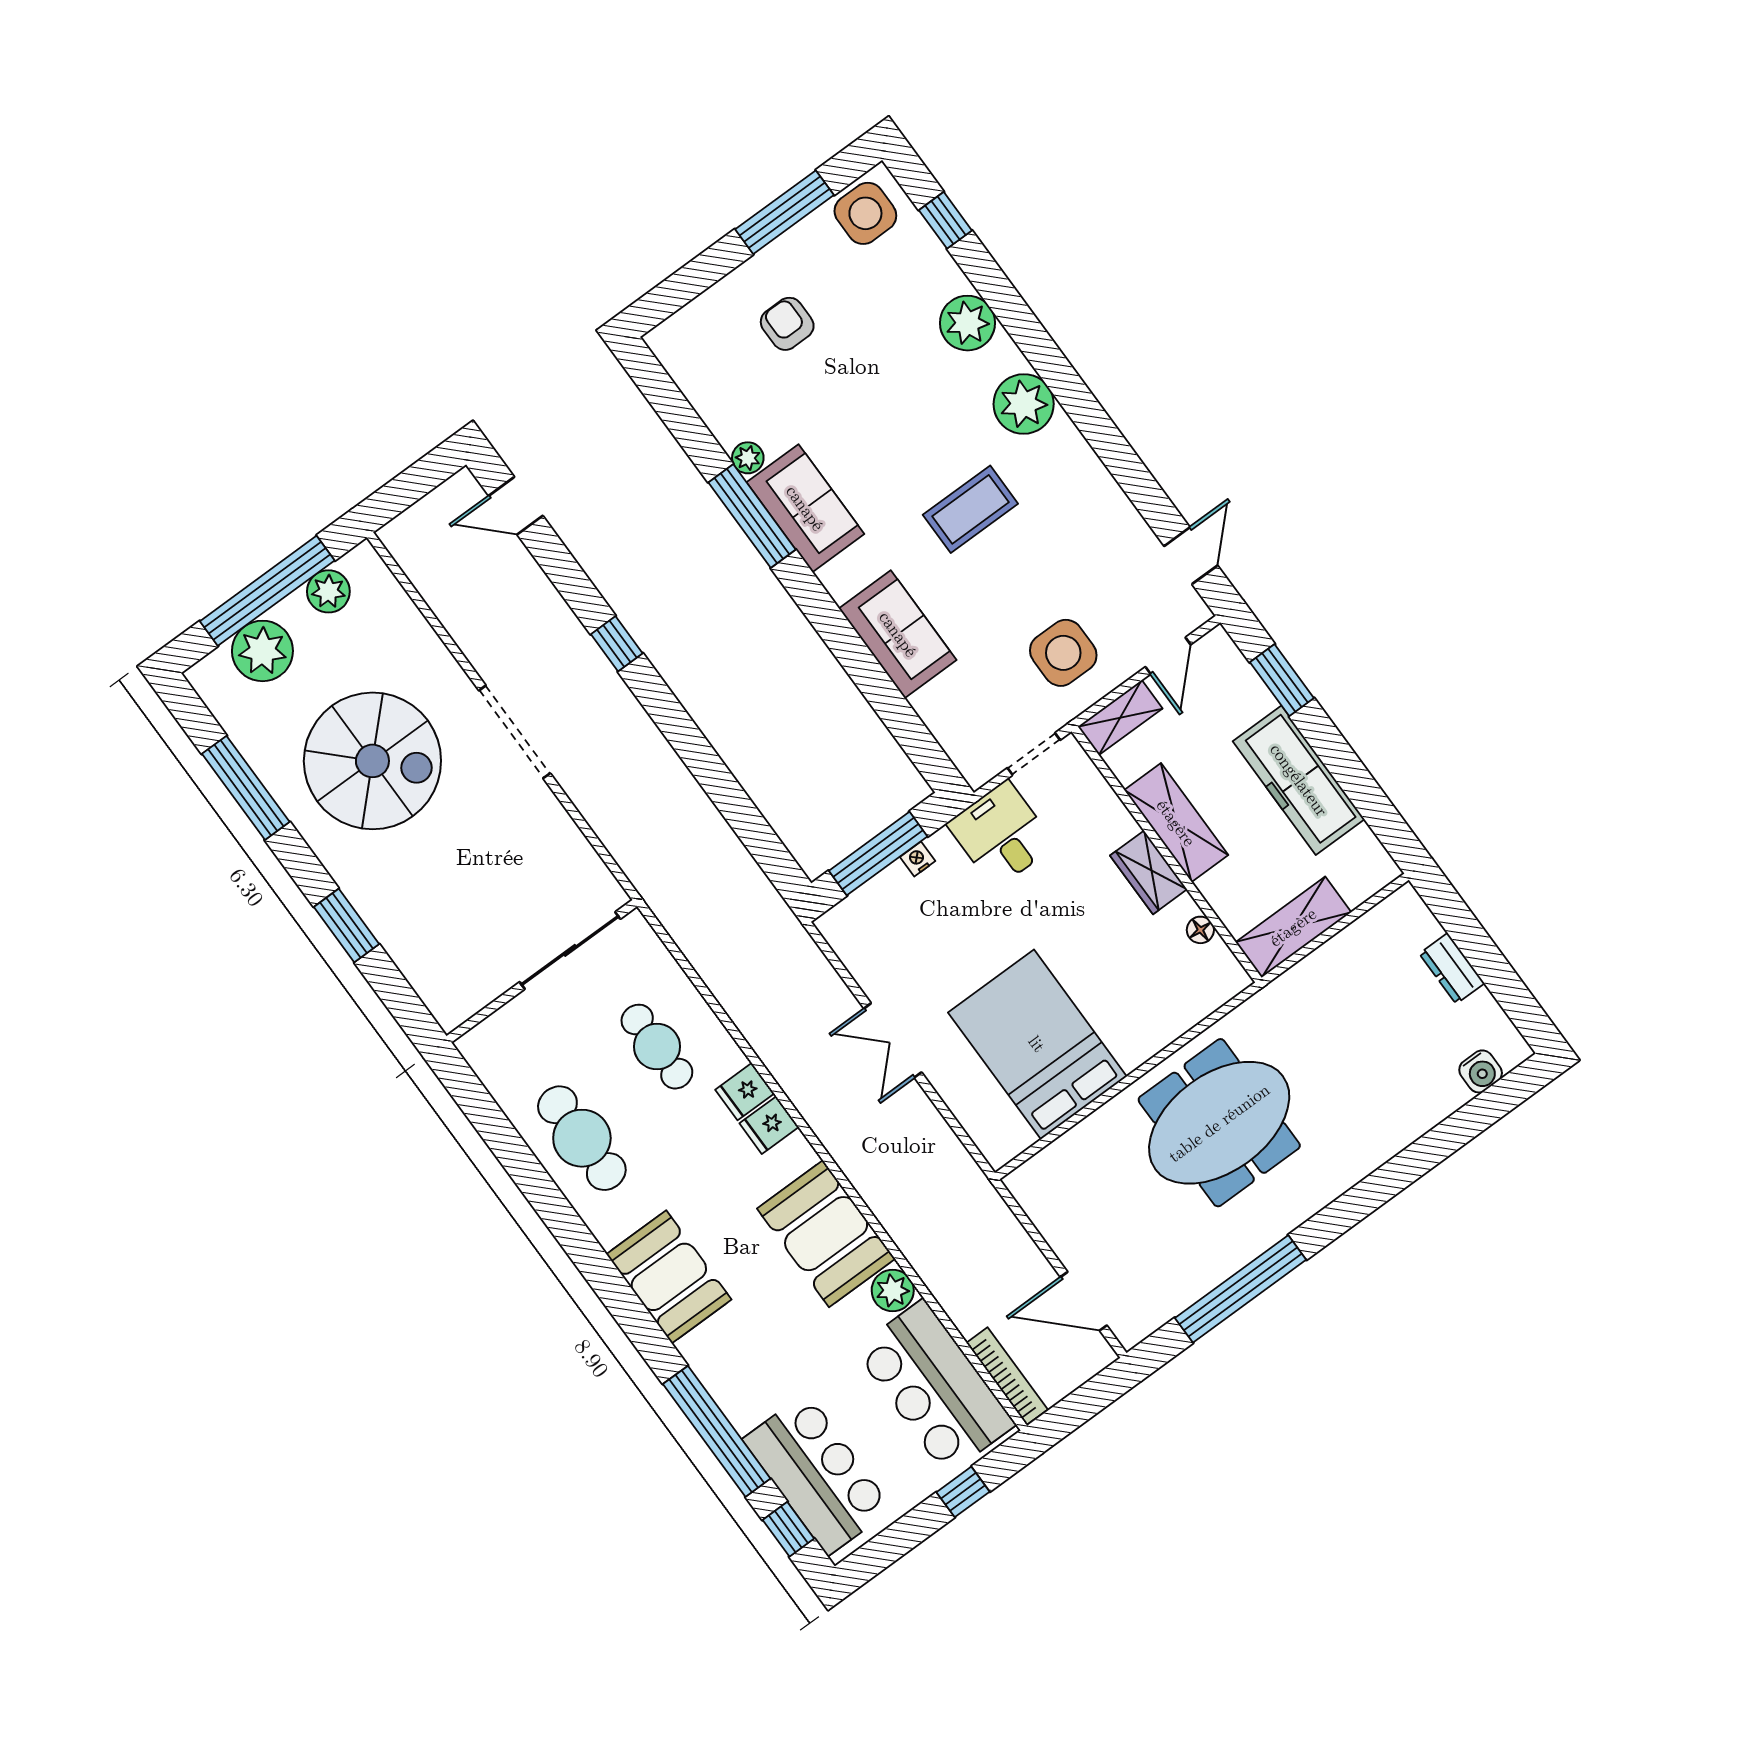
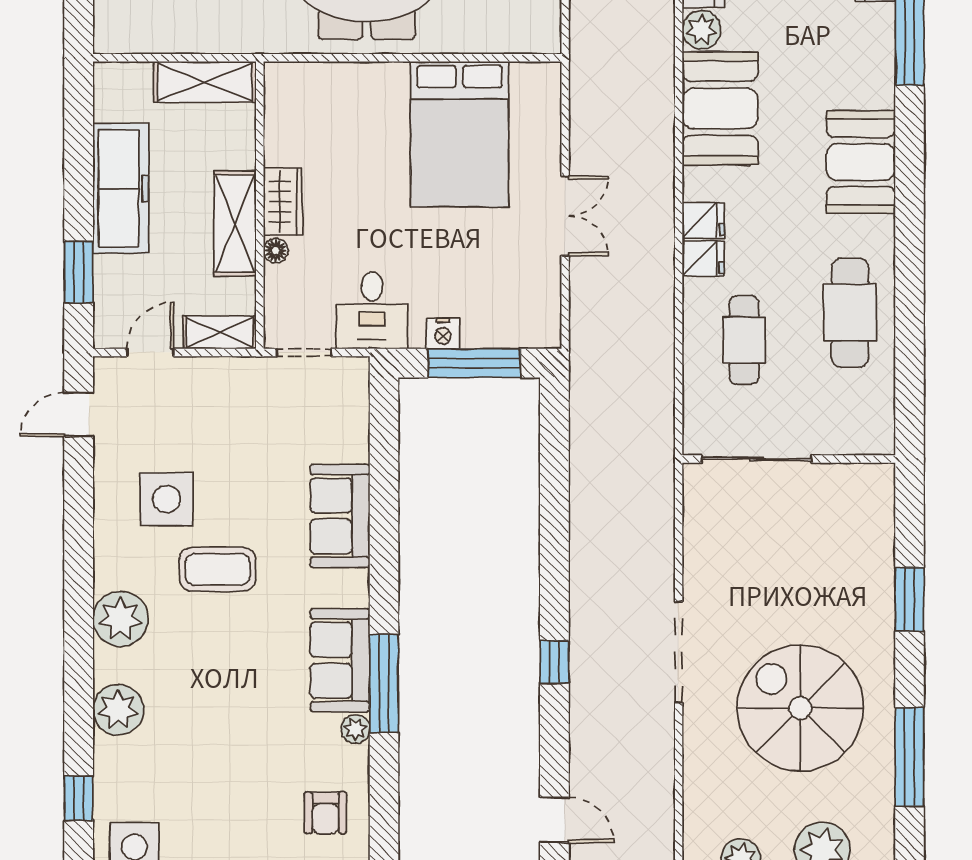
armchair: (787, 324) -> (325, 813), moved
side table: (1063, 653) -> (167, 499), moved
nightstand: (918, 859) -> (443, 334), width x1.39, depth x1.35
floor lamp: (1200, 930) -> (276, 251), moved

